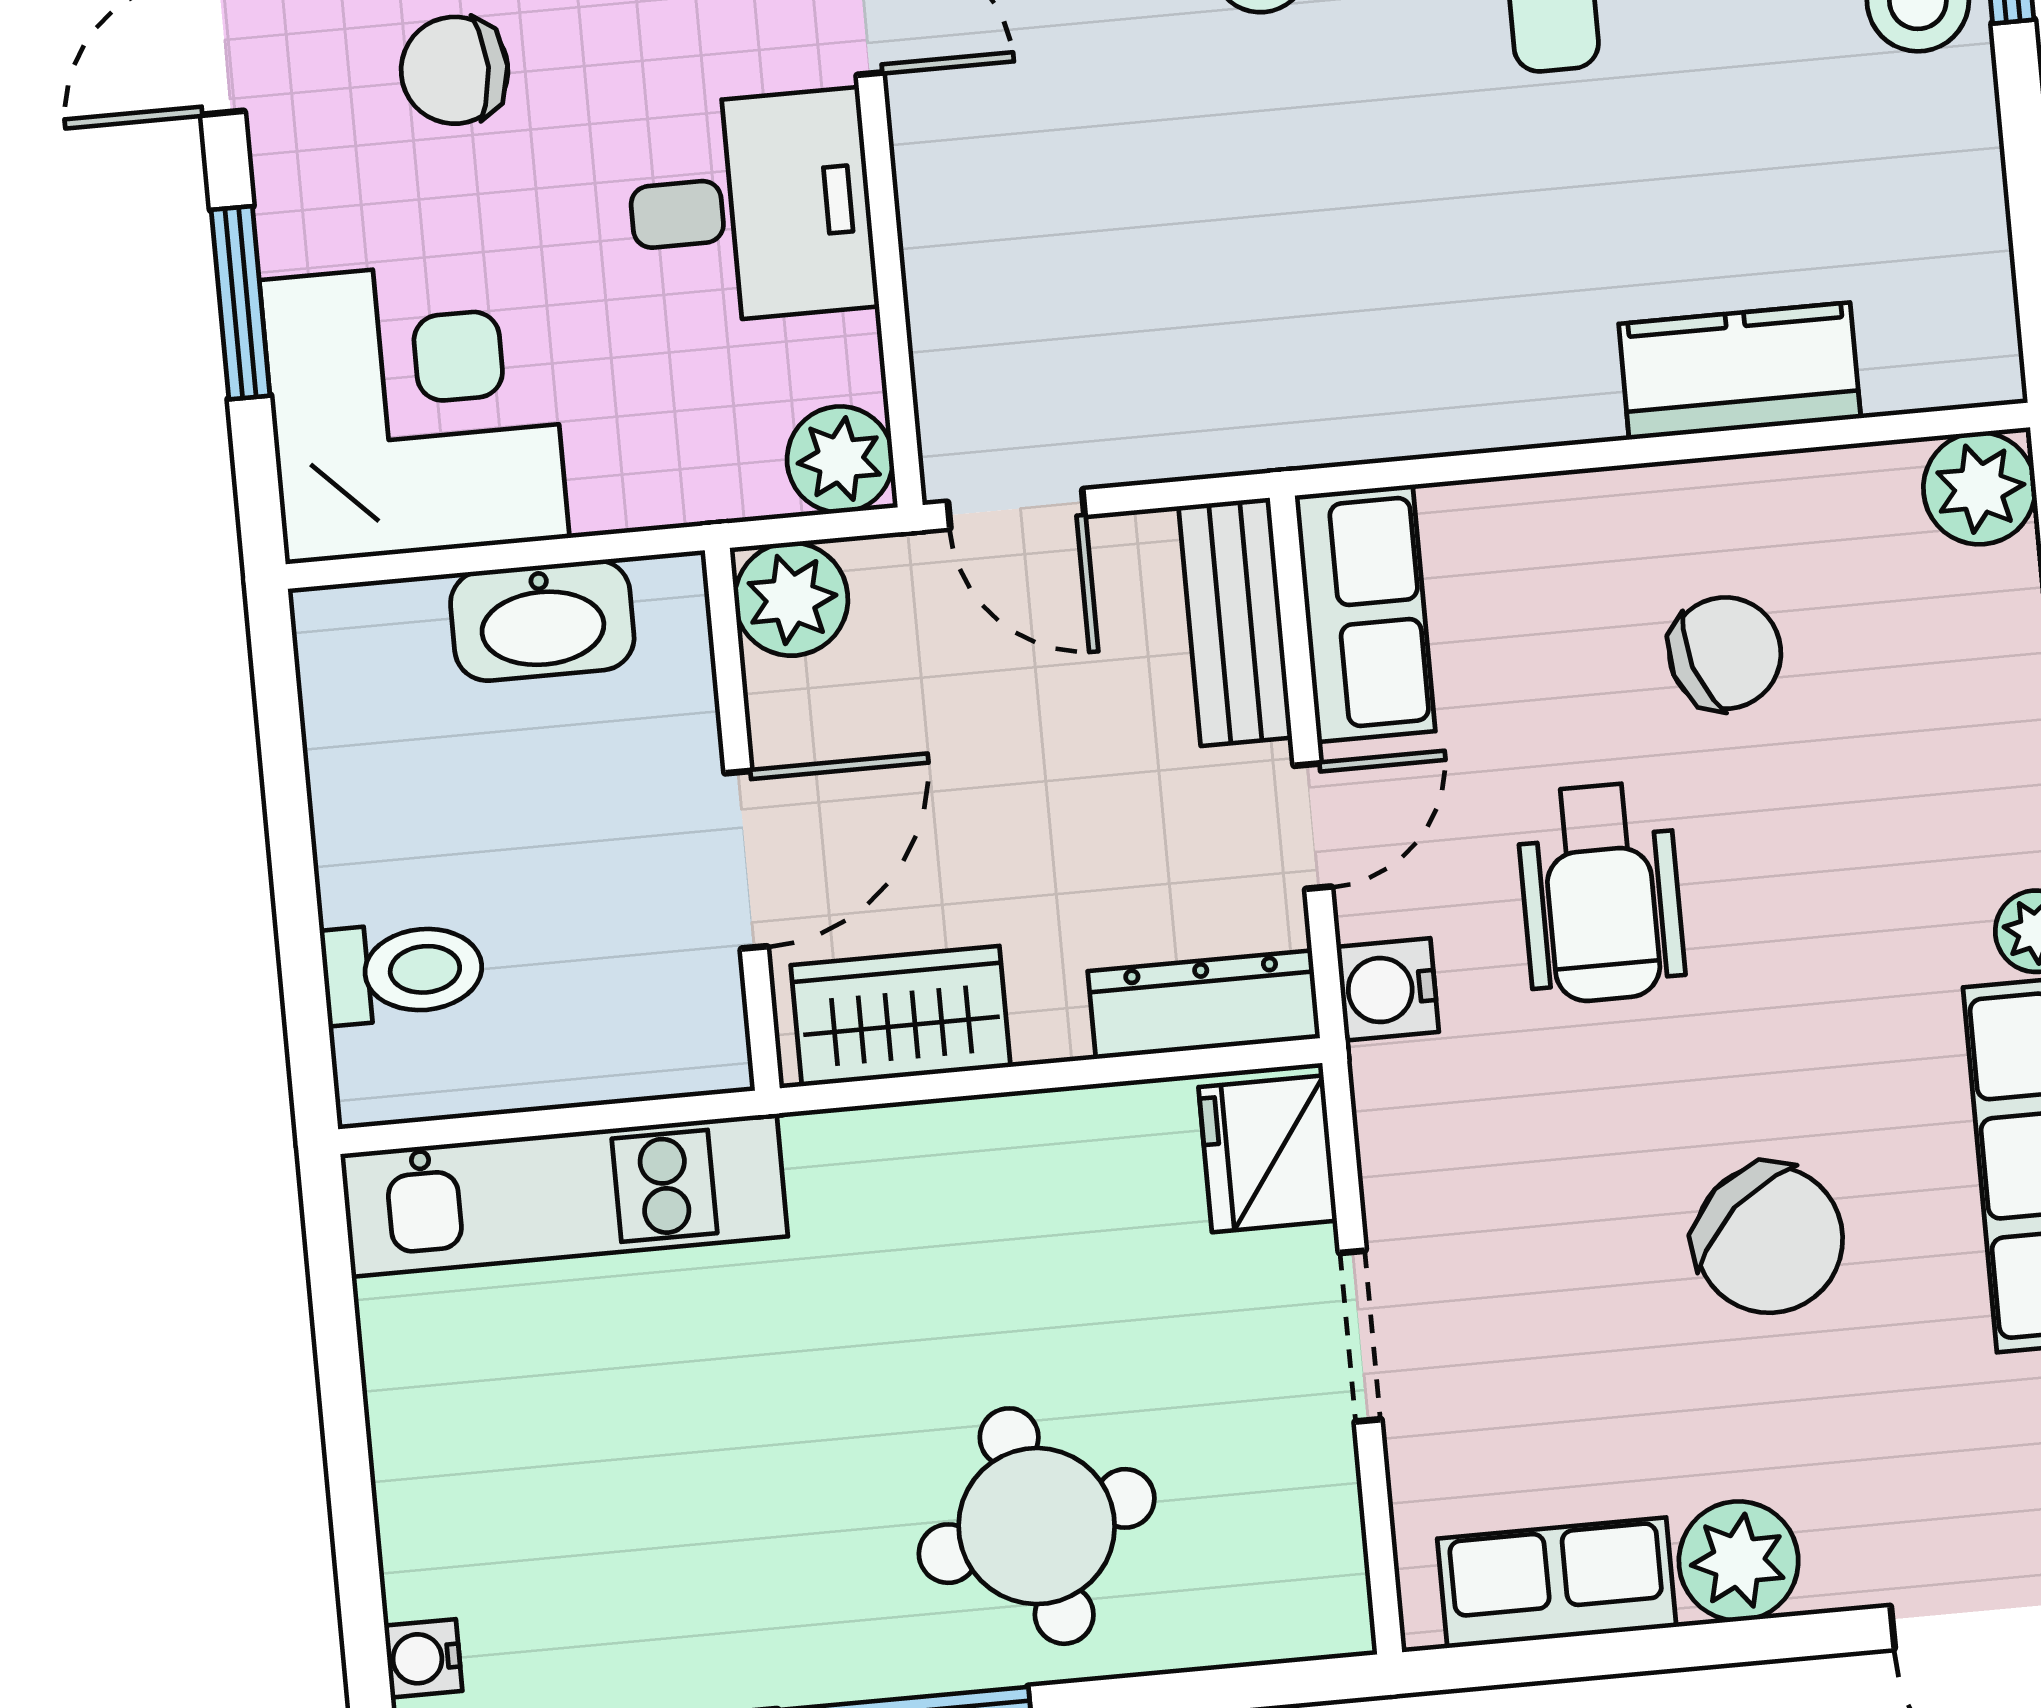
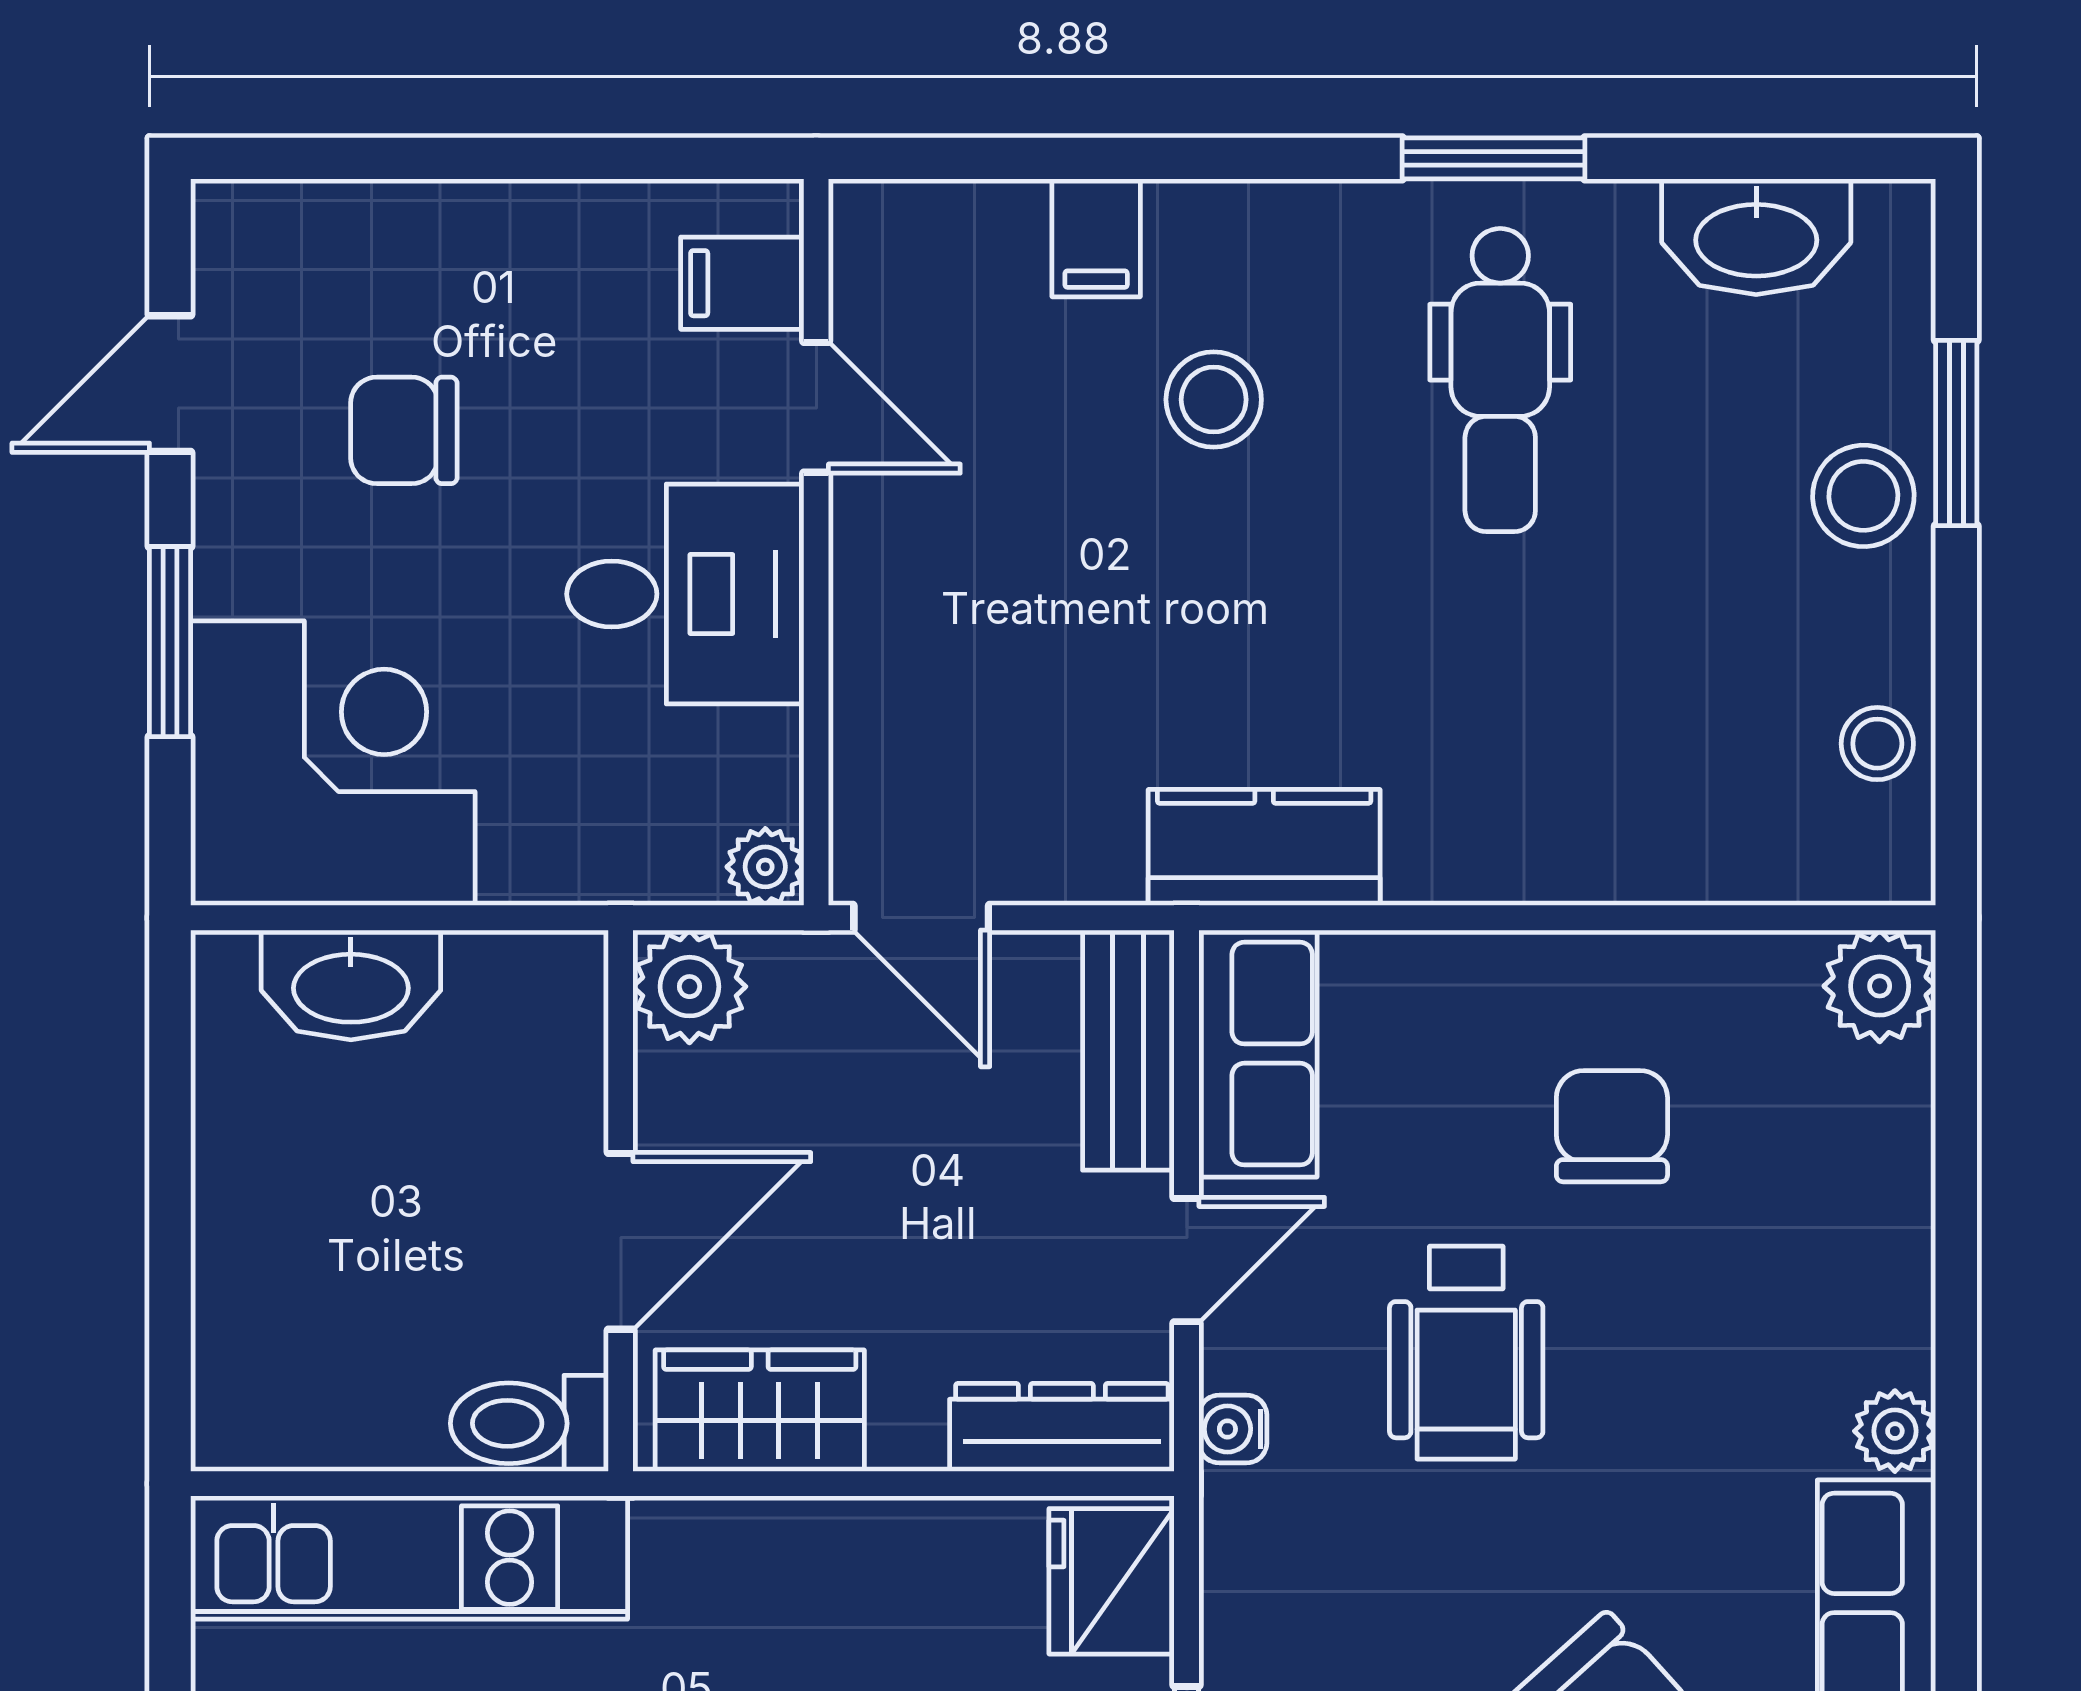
stool: (1955, 246) -> (1877, 744), added
kitchen counter: (1740, 371) -> (1264, 847), moved
plant: (840, 459) -> (765, 867), width x0.73, depth x0.73
washbasin: (542, 621) -> (351, 985), moved
chair: (1725, 653) -> (1612, 1126), turned -72
toilet: (403, 971) -> (529, 1423), moved, turned 180
water cooler: (1388, 989) -> (1233, 1429), width x0.72, depth x0.72

